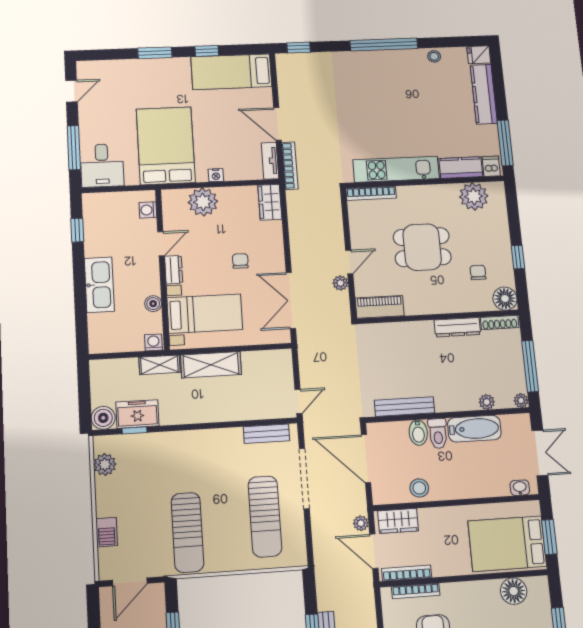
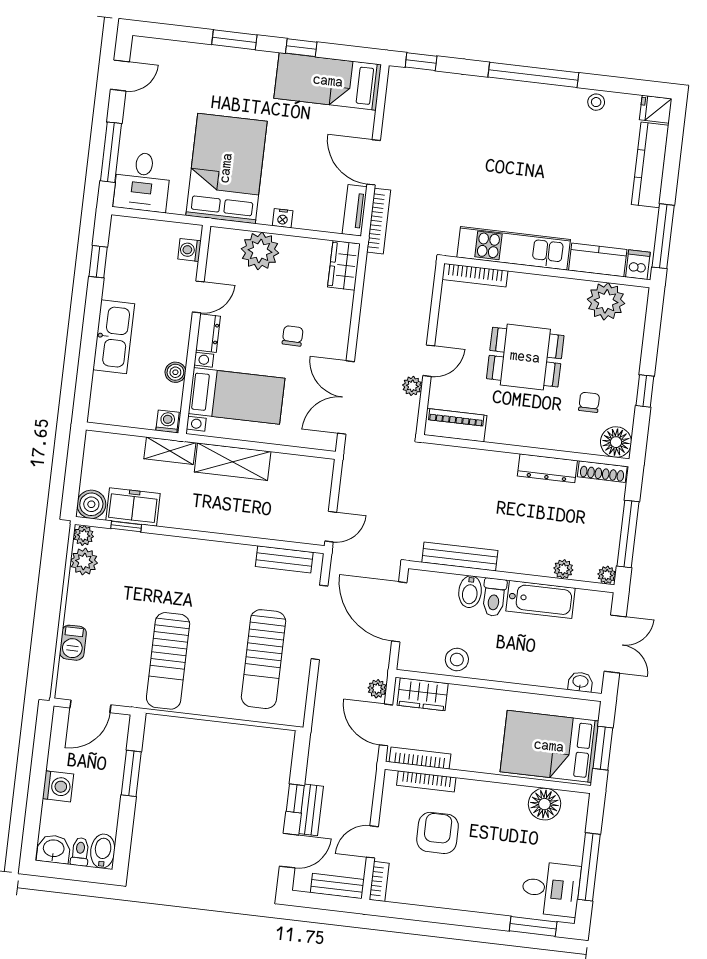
plant: (101, 444) -> (84, 535), added

